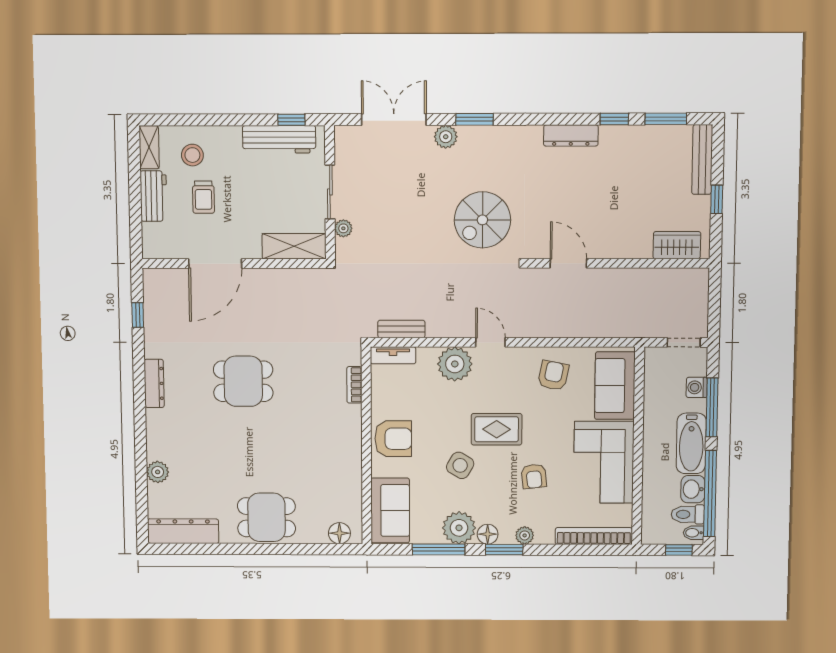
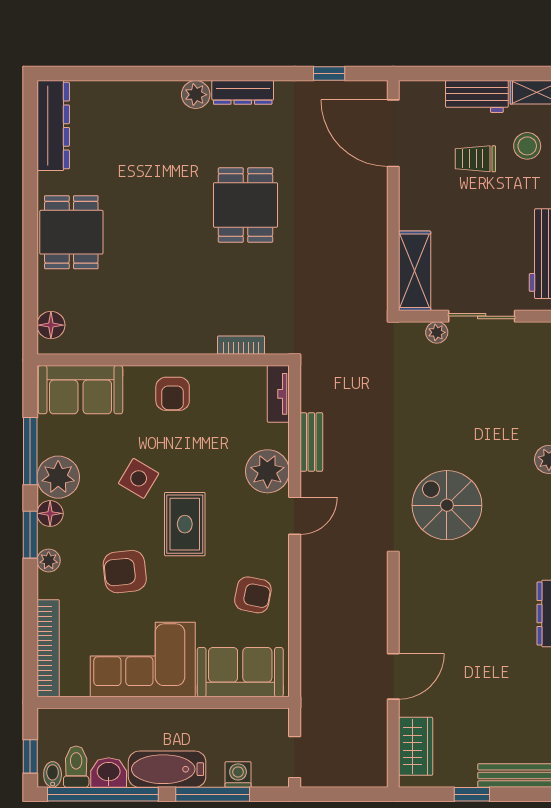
door: (568, 263) -> (393, 676), moved
door: (215, 264) -> (393, 133), moved
bench: (401, 329) -> (311, 442), moved
armchair: (393, 439) -> (173, 394), width x0.72, depth x0.72
plant: (158, 472) -> (196, 95), moved
armchair: (534, 476) -> (125, 572), width x1.38, depth x1.38

